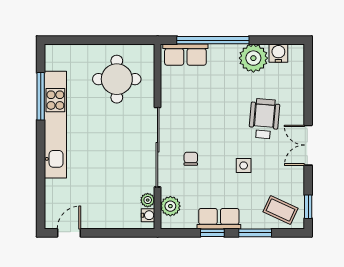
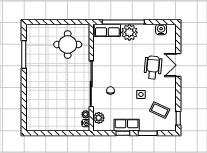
plant: (253, 58) -> (129, 32), moved
kitchen unit: (55, 125) -> (32, 71), removed
double door: (308, 145) -> (178, 65), moved
coffee table: (280, 210) -> (160, 110), moved
door: (69, 233) -> (40, 133), removed

